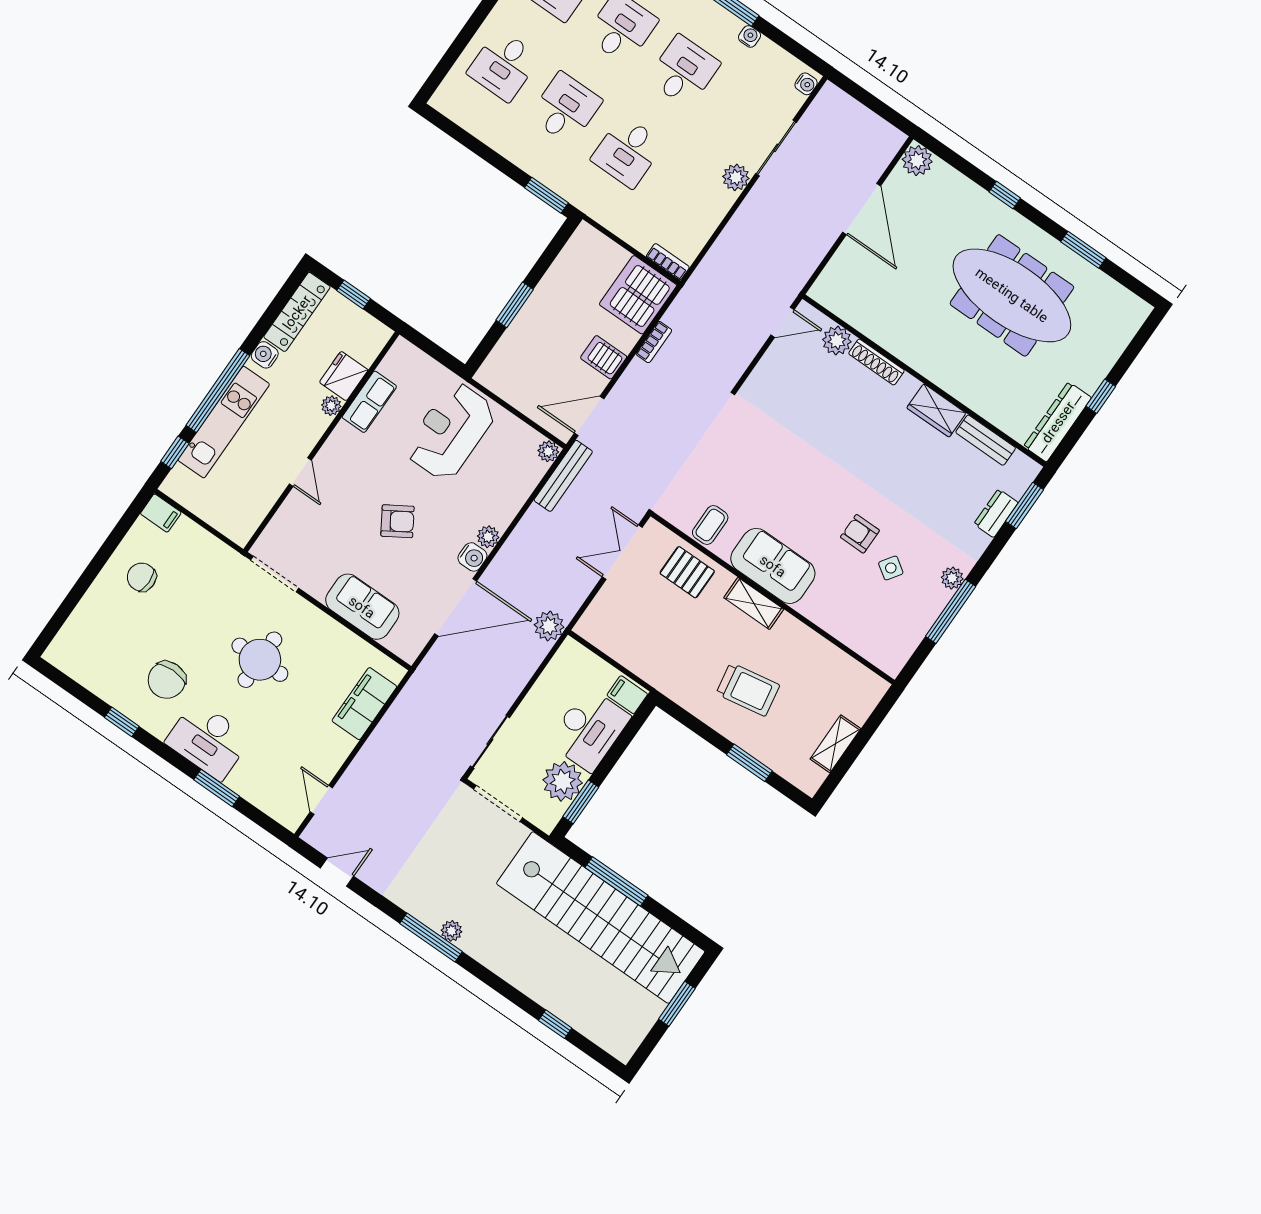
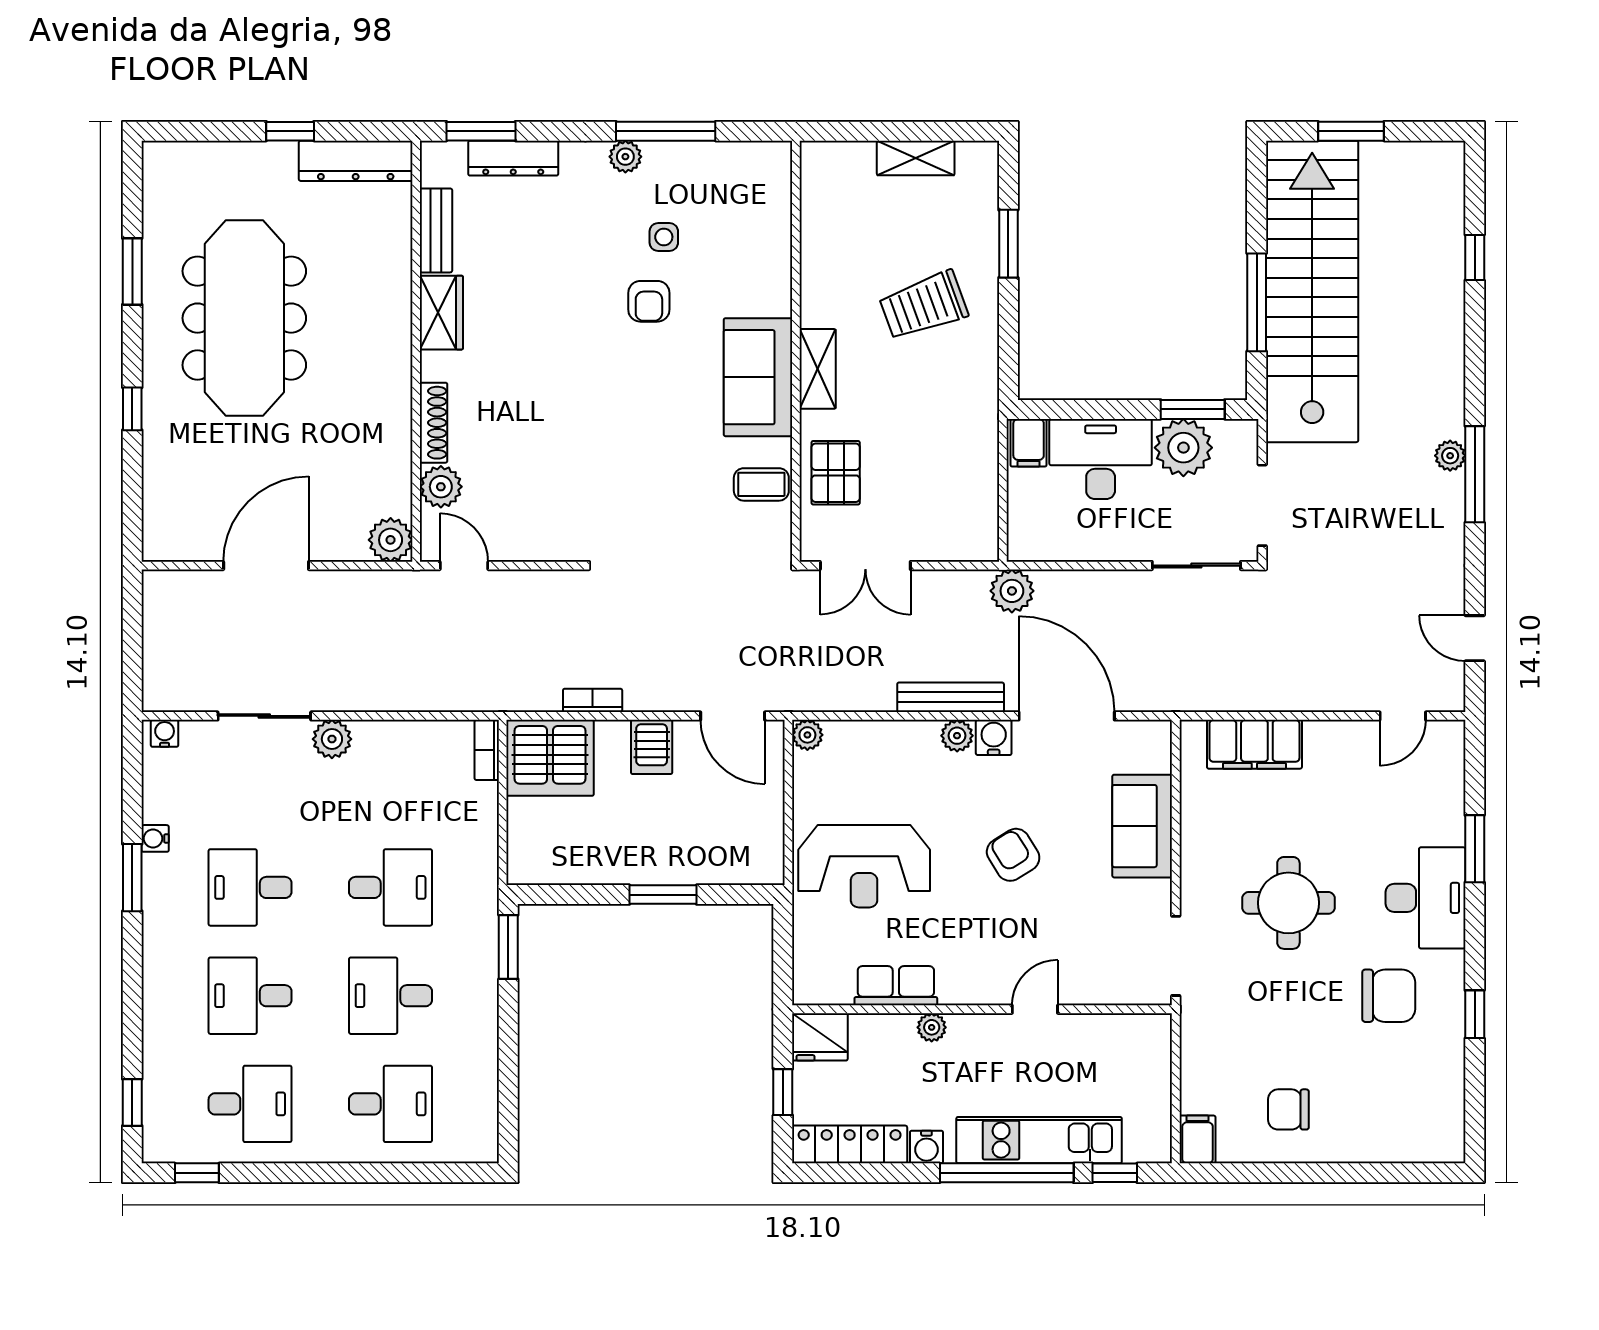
plant: (917, 161) -> (391, 540), moved
fridge: (344, 376) -> (820, 1037), moved
bench: (563, 476) -> (951, 697), moved
dresser: (996, 513) -> (513, 158), width x1.44
side table: (891, 568) -> (664, 237), turned -34
chair: (142, 577) -> (1288, 1109), turned 90
trolley: (748, 689) -> (924, 305), turned -100

